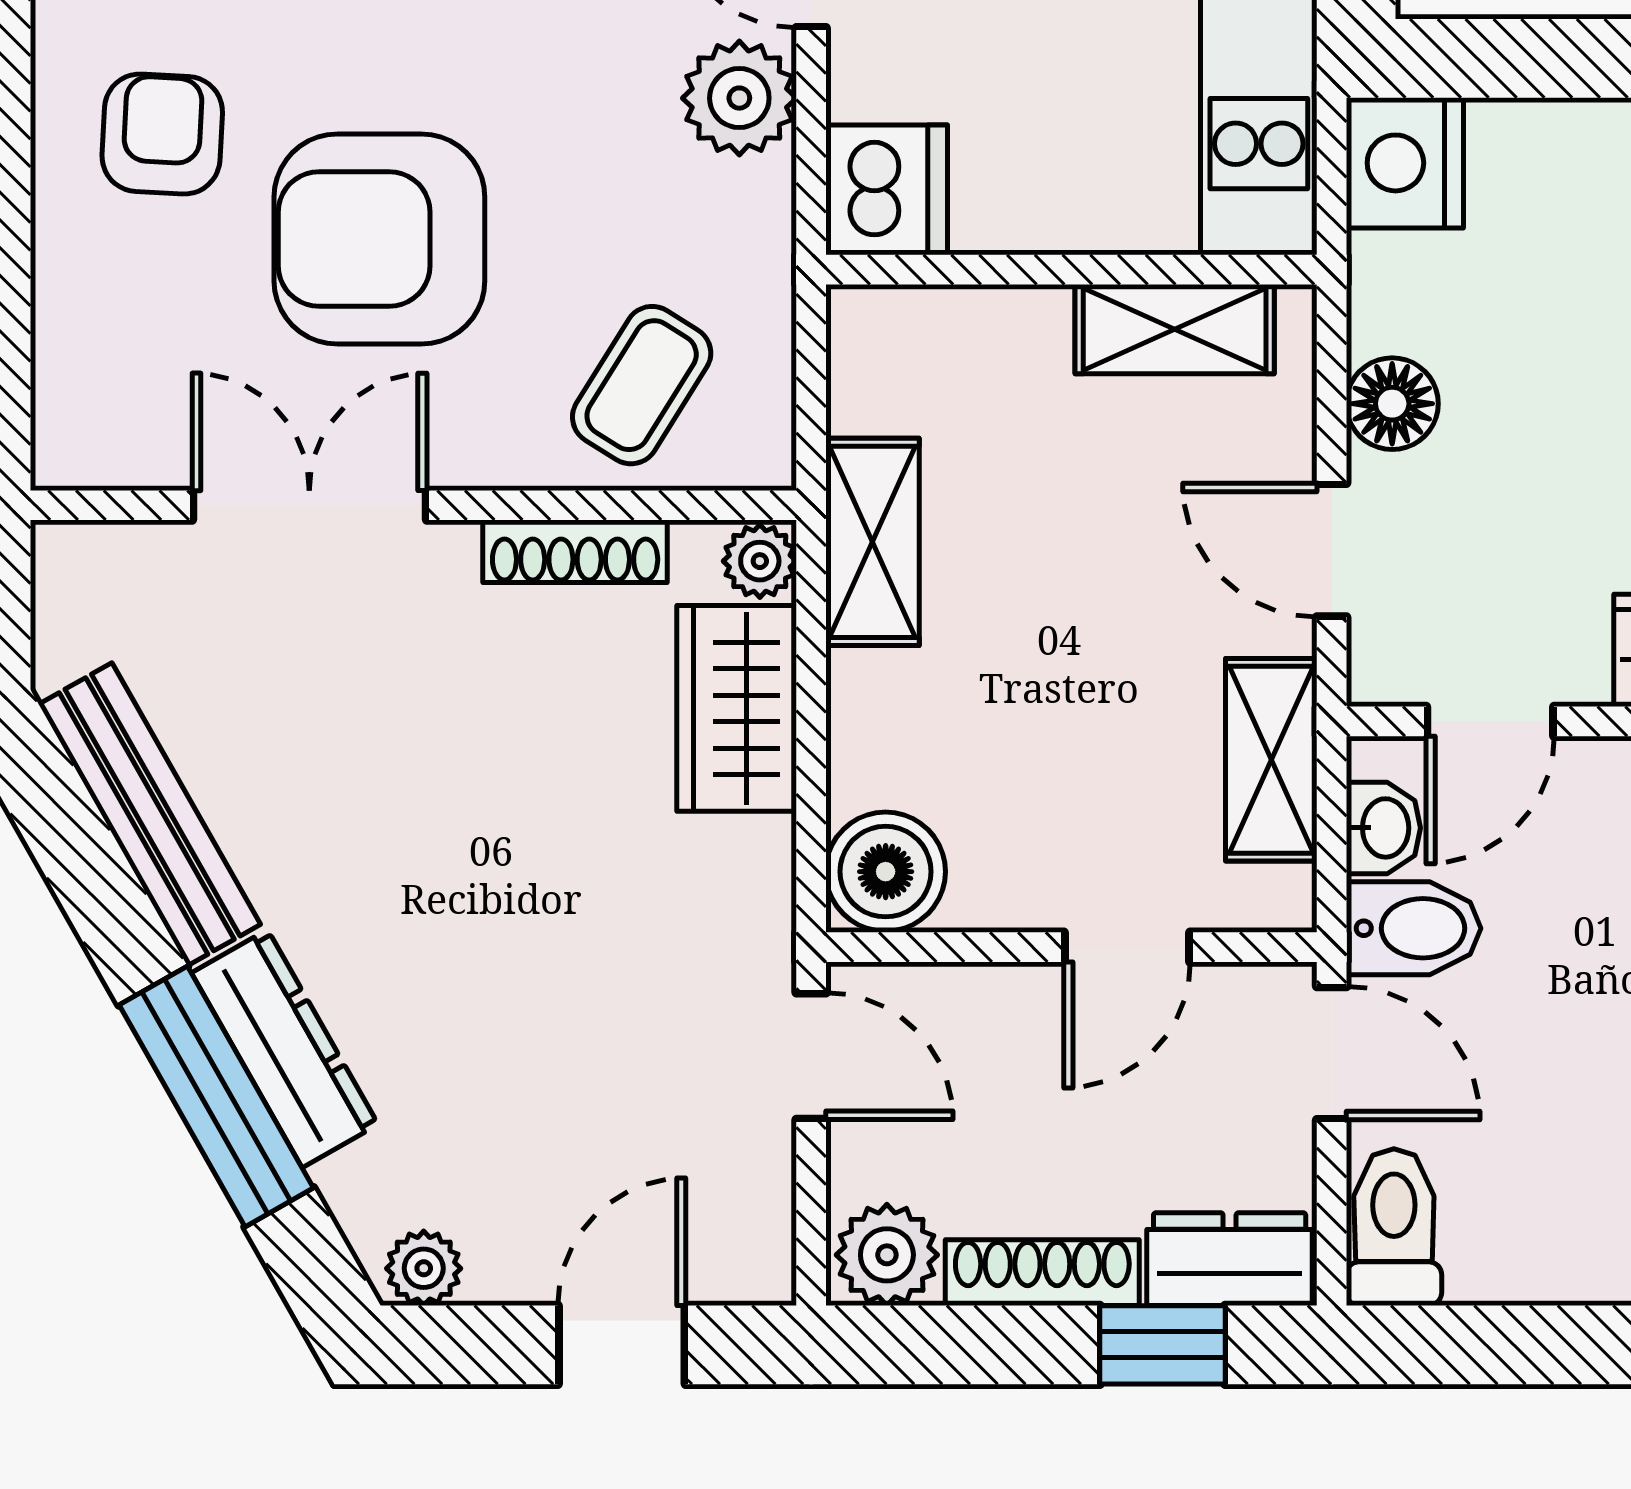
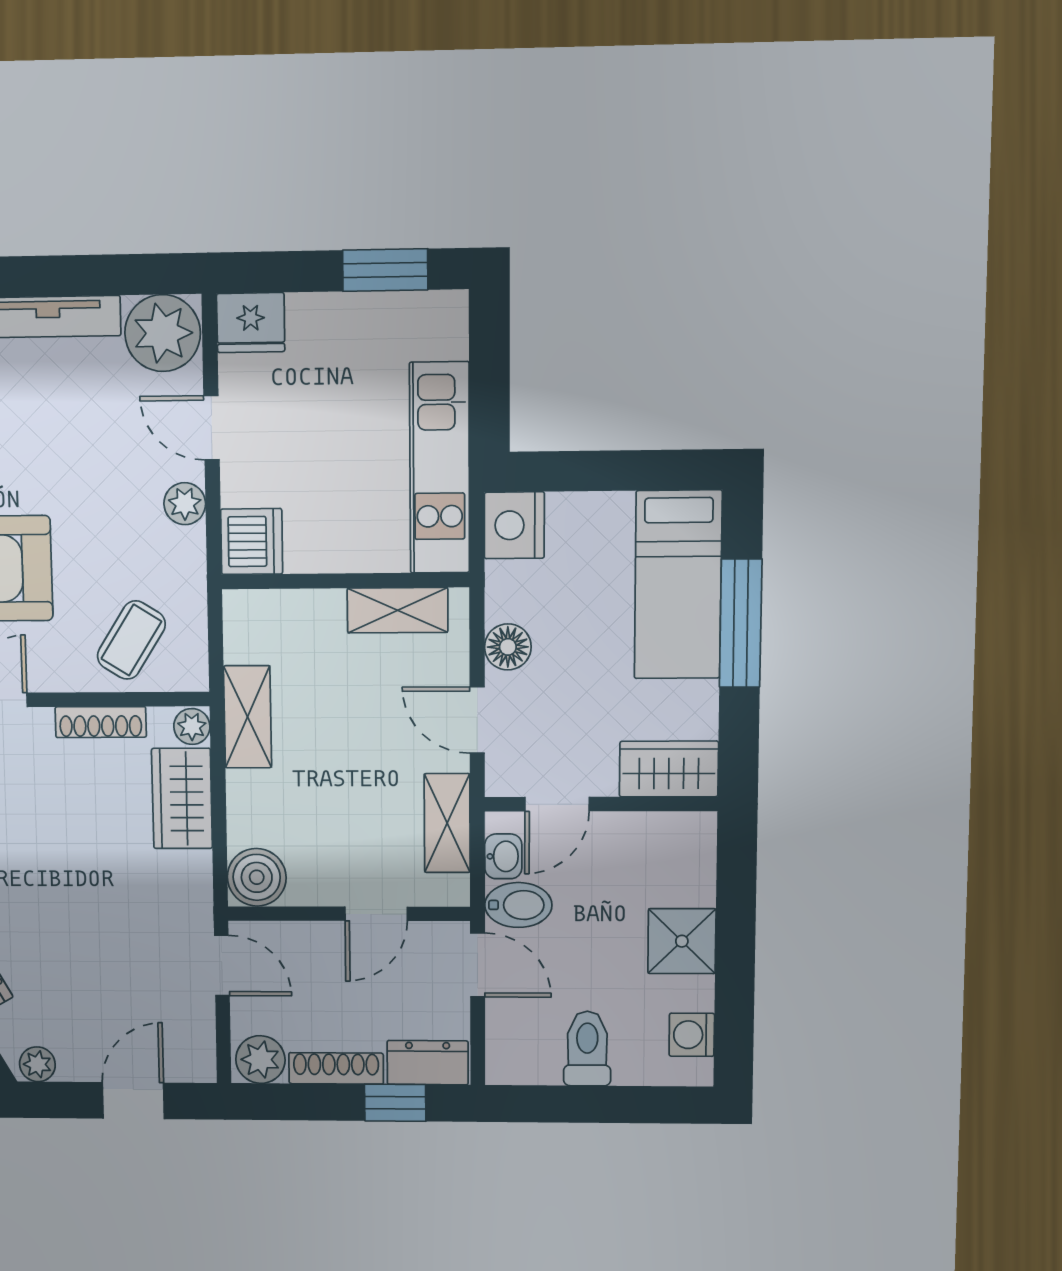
plant: (739, 98) -> (185, 504), width x0.73, depth x0.73
toilet: (1394, 1227) -> (587, 1049), moved

